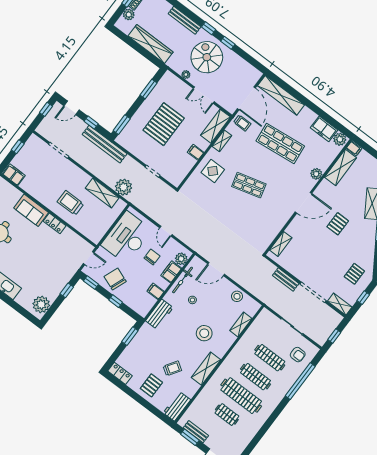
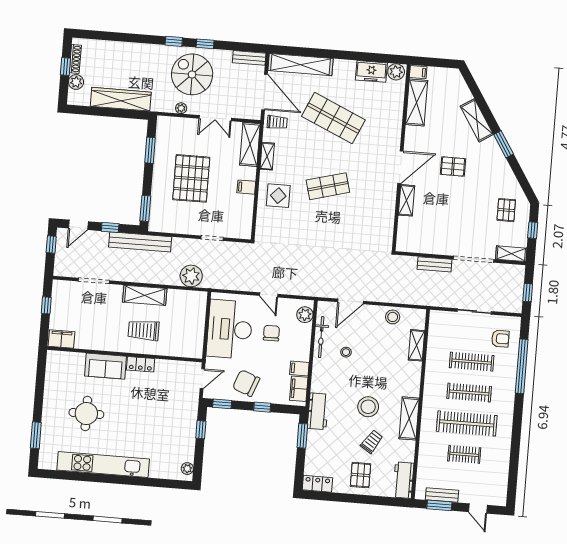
bench: (185, 20) -> (249, 58), moved, width x0.73
shop shelf: (280, 143) -> (333, 118), turned 30
plant: (316, 174) -> (394, 126), removed
shelving: (102, 193) -> (145, 295), moved
pallet: (338, 224) -> (453, 166), turned 90
shelving: (281, 244) -> (406, 200), moved
filing cabinet: (171, 272) -> (299, 389), moved
plant: (41, 304) -> (187, 469), width x0.53, depth x0.53
workbench: (159, 314) -> (318, 411), moved
stool: (204, 333) -> (368, 407), moved

